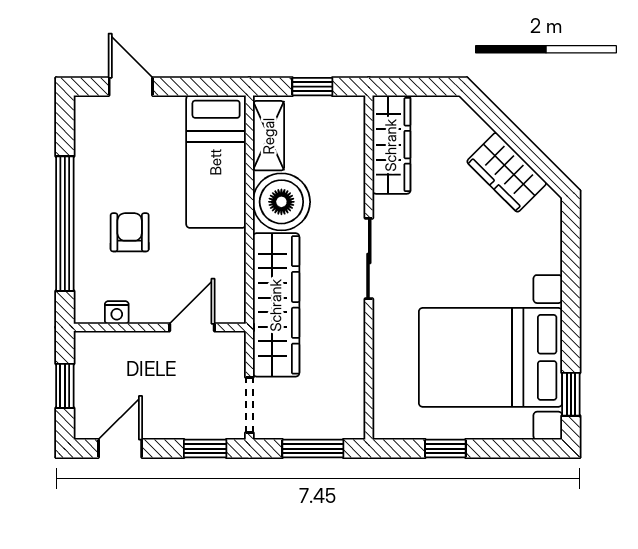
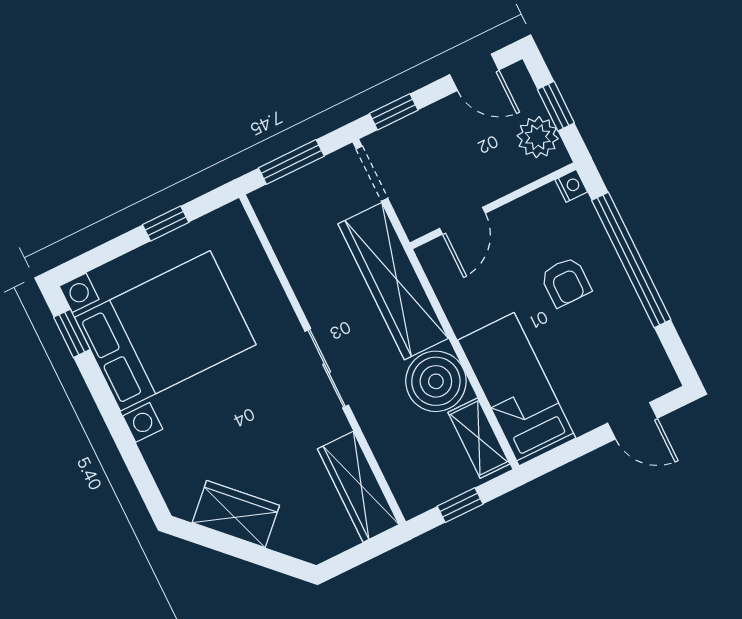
nightstand: (117, 312) -> (571, 186), moved, turned 90
plant: (93, 367) -> (538, 137), added
door: (120, 449) -> (474, 72), hinge flipped

